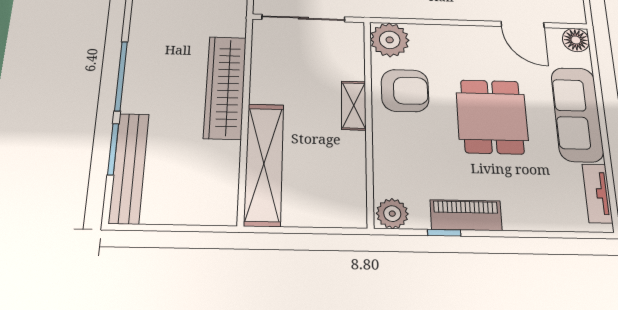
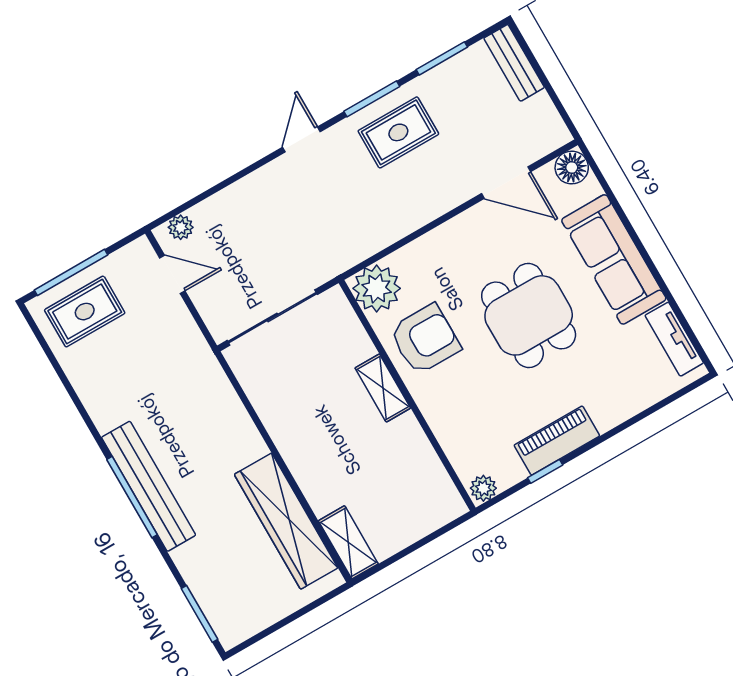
wardrobe: (225, 87) -> (286, 521), moved
window: (113, 149) -> (199, 614), moved
shelving: (264, 164) -> (348, 542), width x0.45, depth x0.75
bench: (129, 168) -> (149, 486), moved
plant: (392, 214) -> (483, 488), width x0.73, depth x0.73

